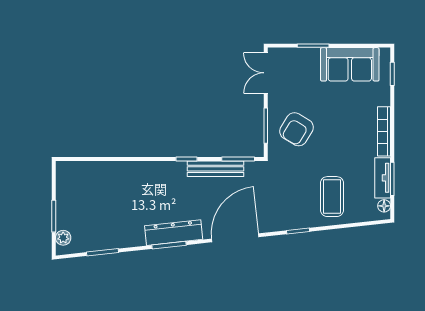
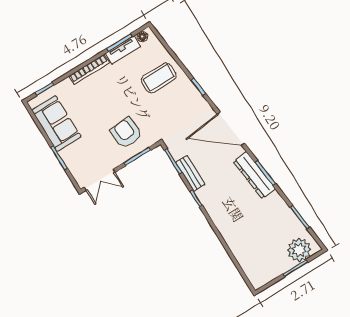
armchair: (297, 129) -> (126, 133), turned -126
bench: (215, 169) -> (190, 173), width x0.73
plant: (63, 238) -> (299, 250), width x1.88, depth x1.88

